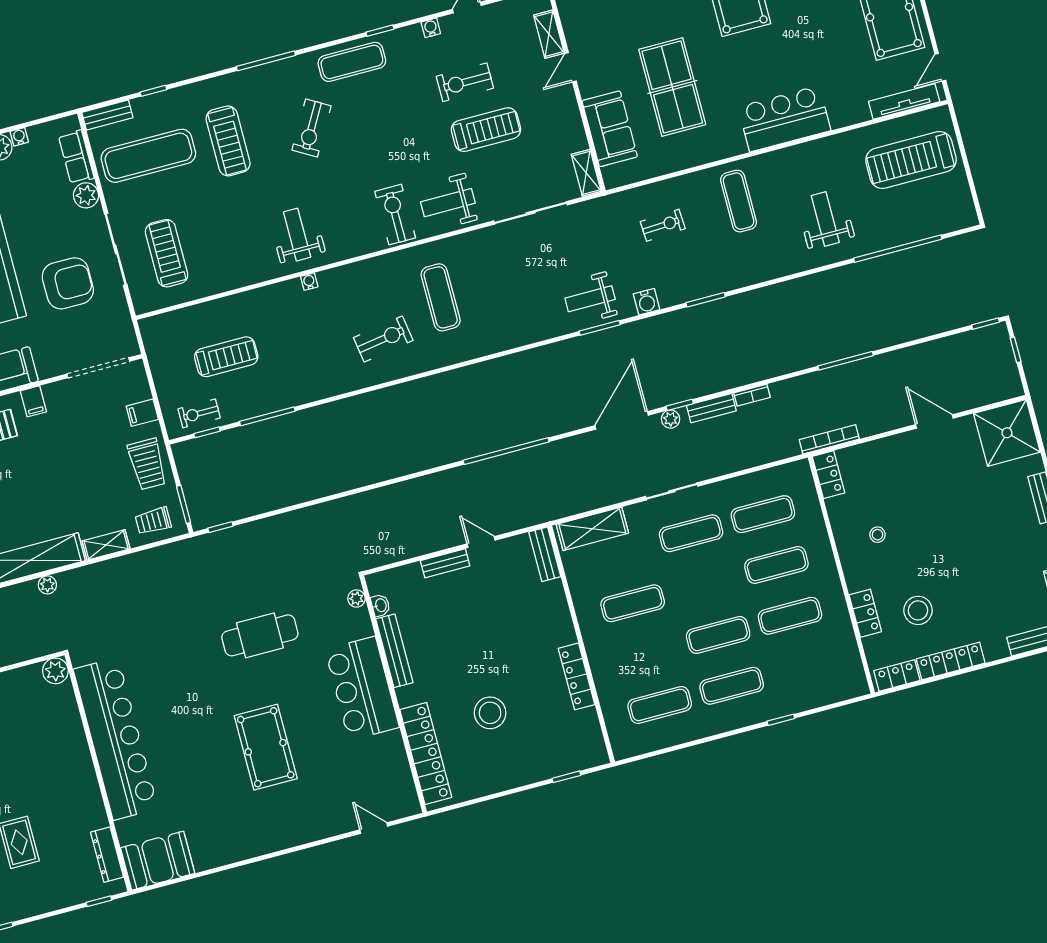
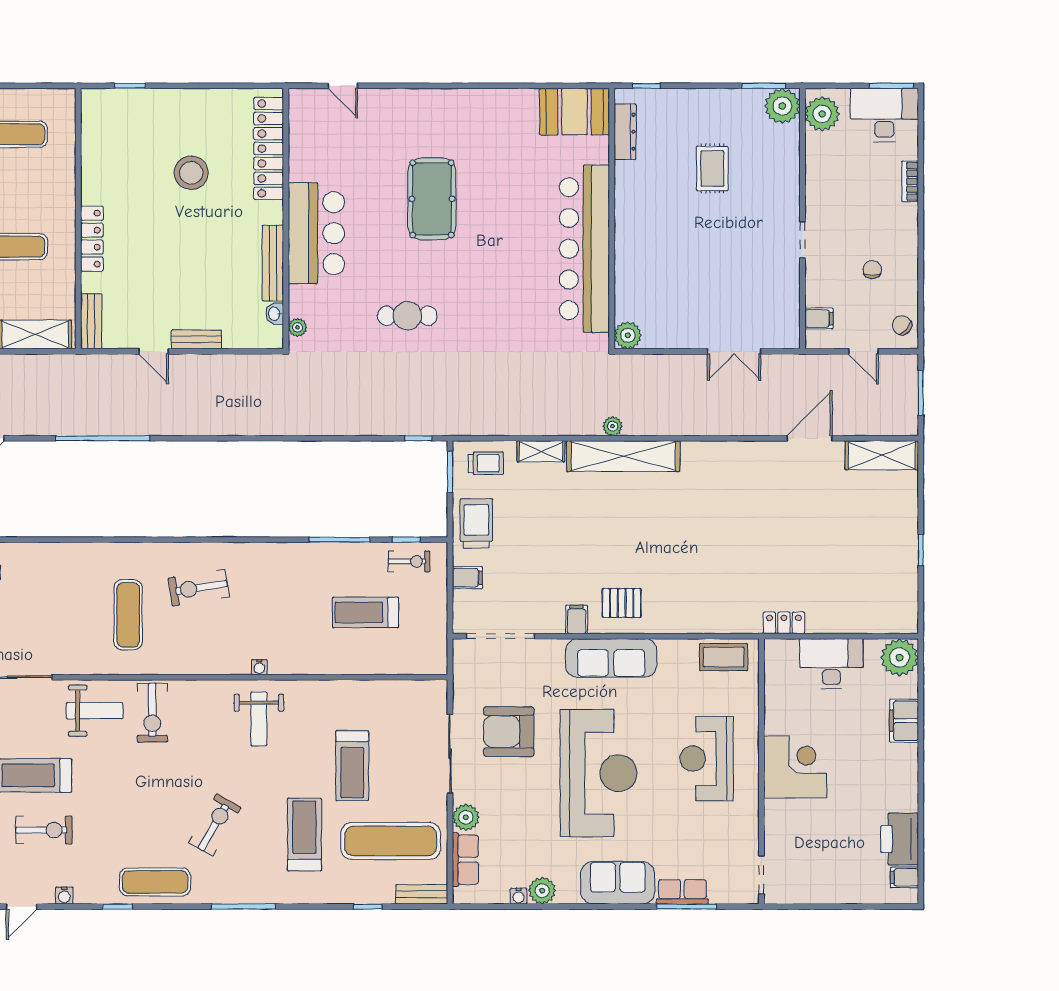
treadmill: (167, 253) -> (352, 766), moved
cafe table: (260, 635) -> (407, 316), width x0.73, depth x0.74
locker: (577, 676) -> (92, 239), moved

